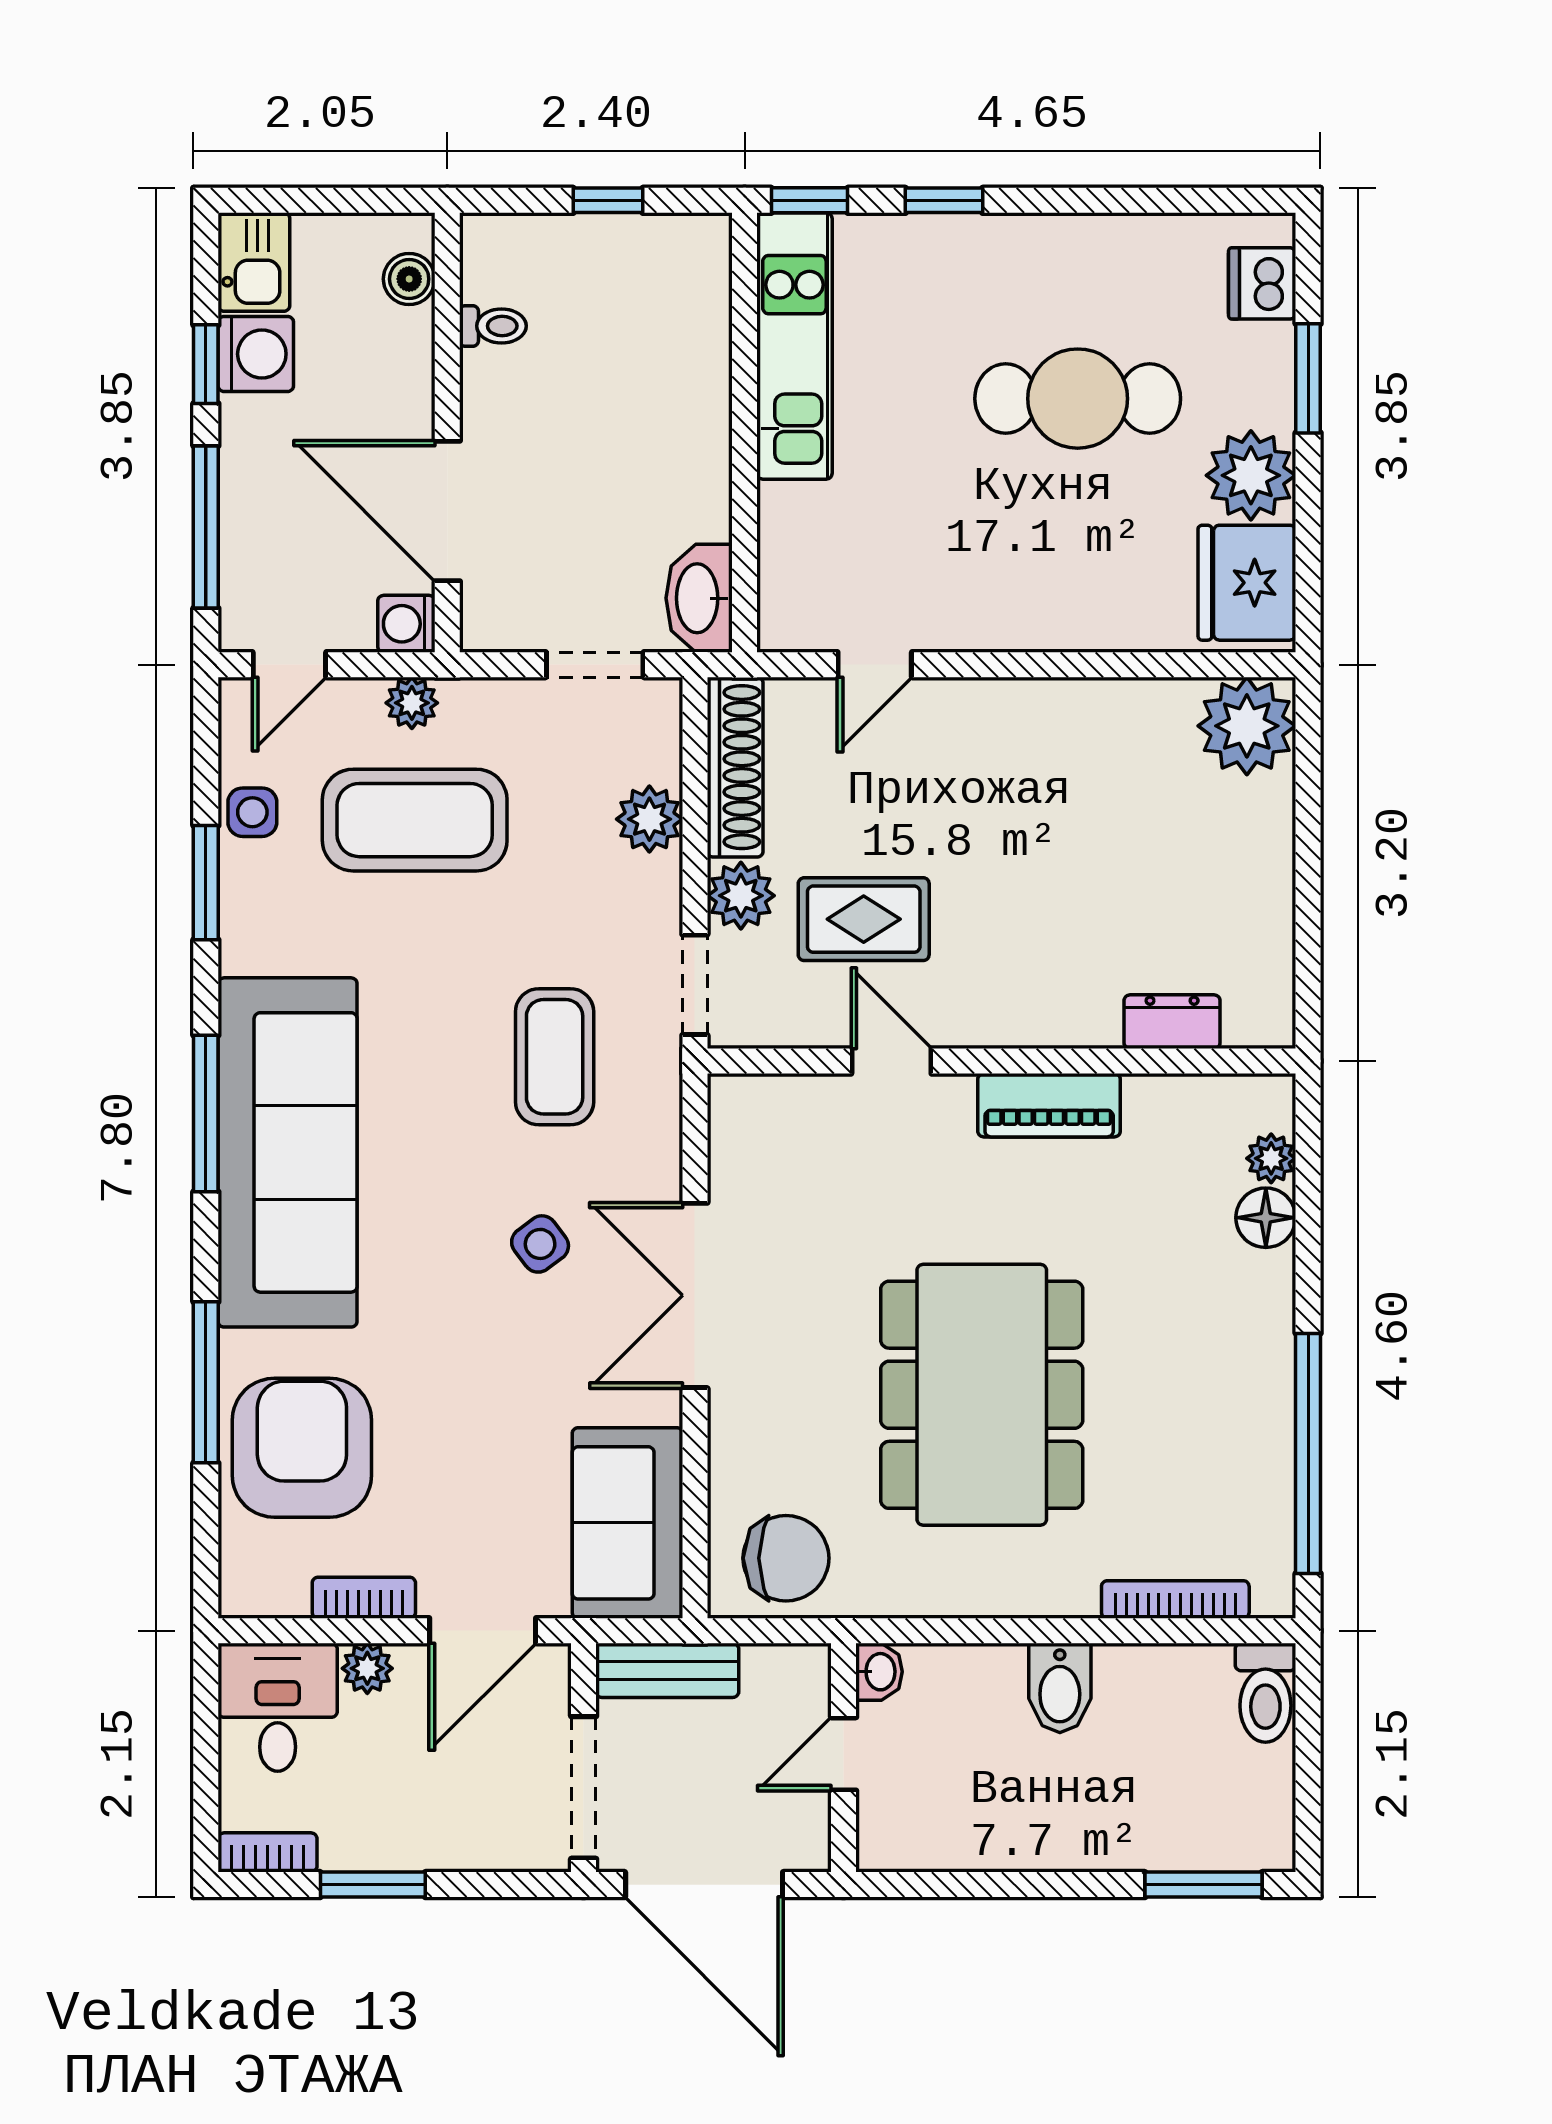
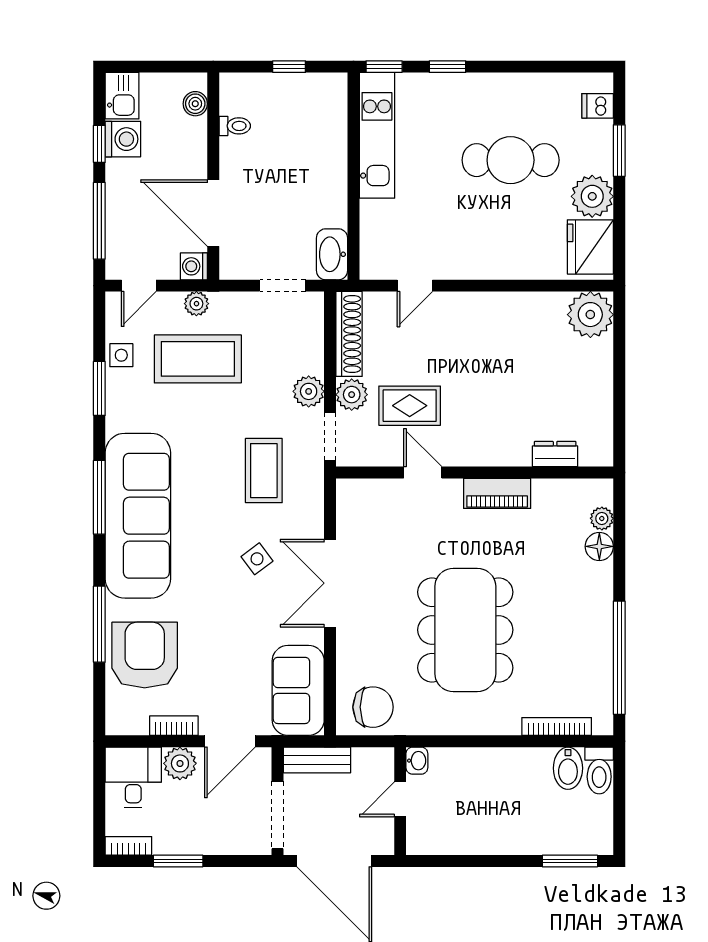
dishwasher: (1262, 283) -> (598, 106), width x0.73
plant: (649, 819) -> (309, 391), moved
plant: (367, 1668) -> (180, 763), width x1.38, depth x1.38
bidet: (1060, 1688) -> (568, 768), moved

